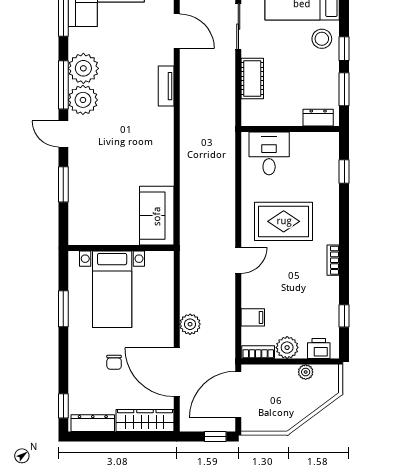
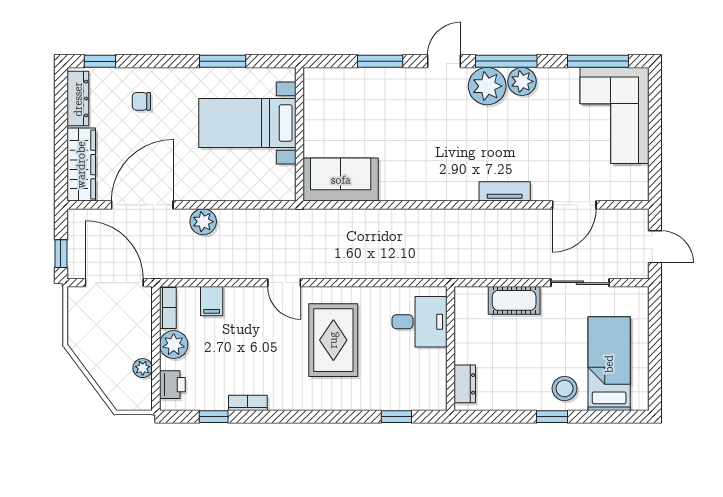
plant: (83, 68) -> (522, 81), width x0.73, depth x0.73
window: (344, 89) -> (500, 417), removed
bookcase: (333, 260) -> (248, 403), moved
chair: (114, 362) -> (141, 101), moved

